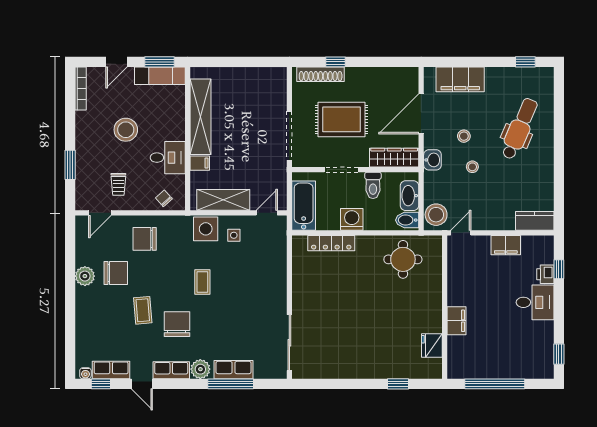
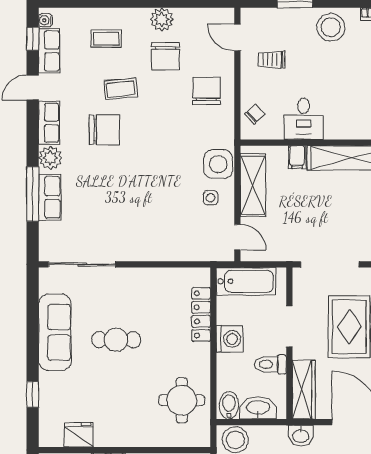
stool: (126, 130) -> (331, 27), moved
coffee table: (202, 282) -> (106, 39), moved
cafe table: (352, 314) -> (116, 340), added
sofa: (346, 365) -> (55, 332), added

